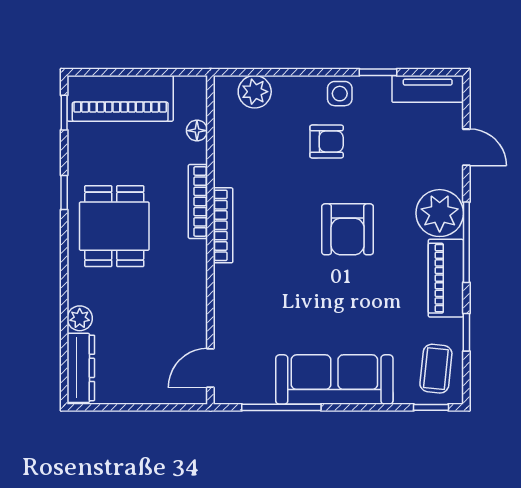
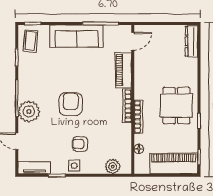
piano: (446, 278) -> (123, 70), moved, turned 180
plant: (80, 318) -> (192, 64), removed

